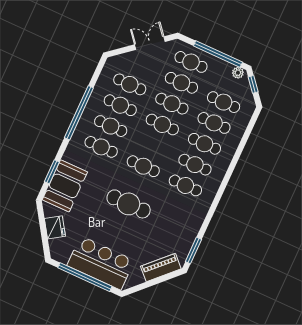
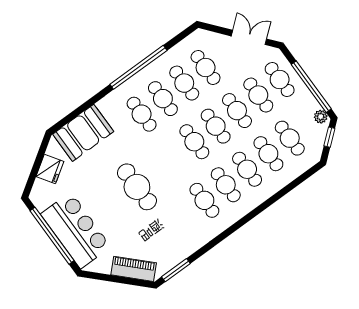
cafe table: (143, 166) -> (194, 142), moved
window: (52, 172) -> (78, 111), removed

